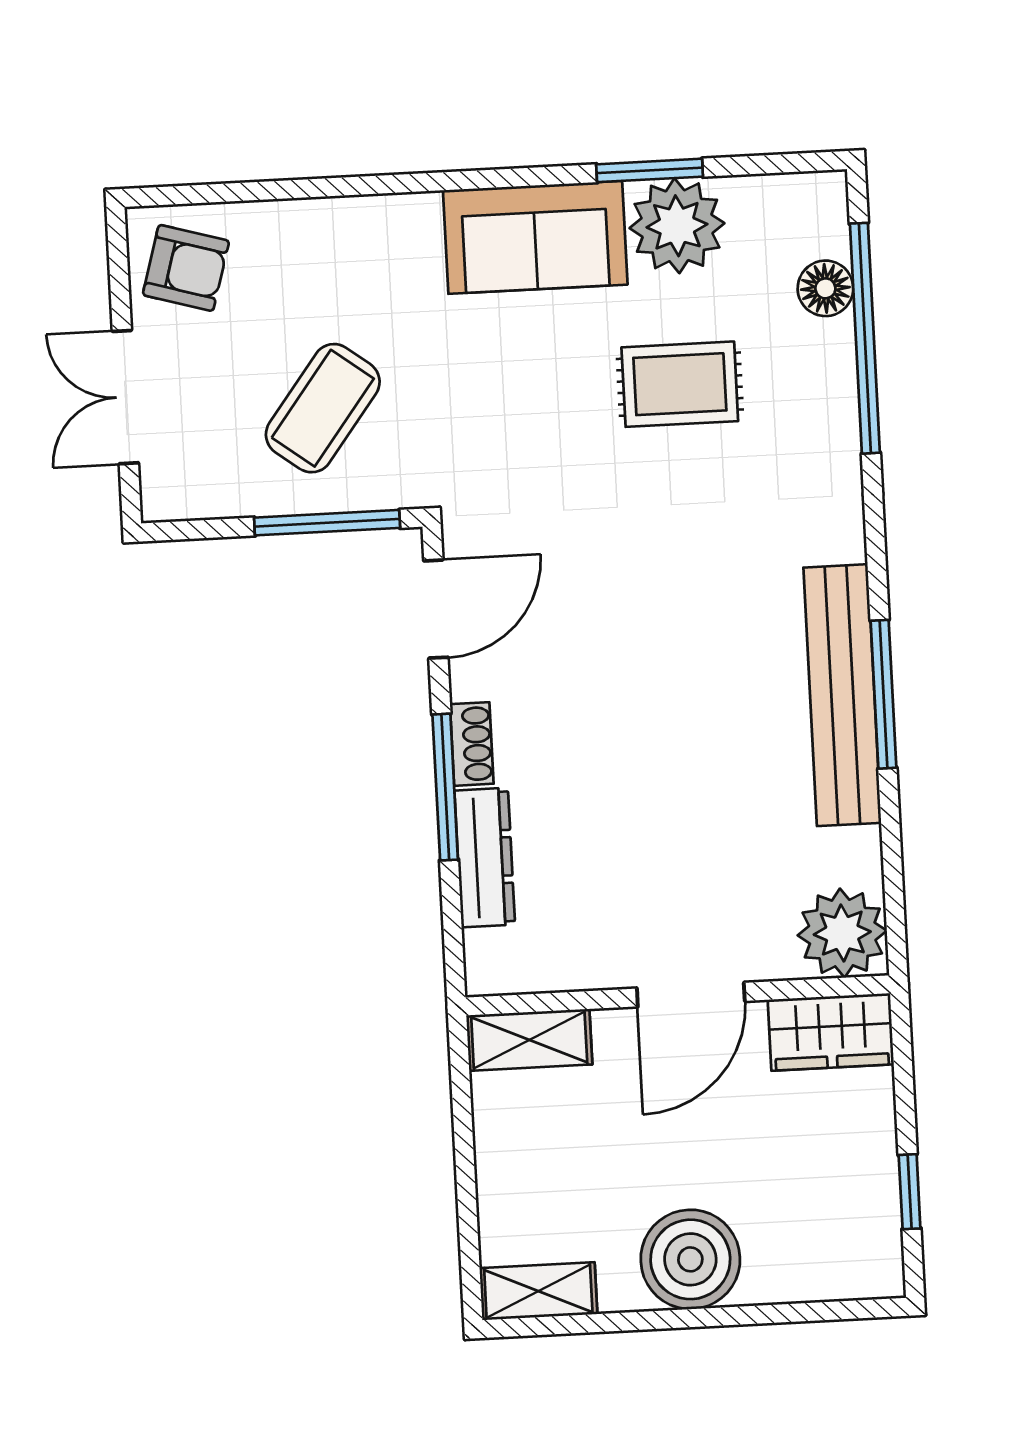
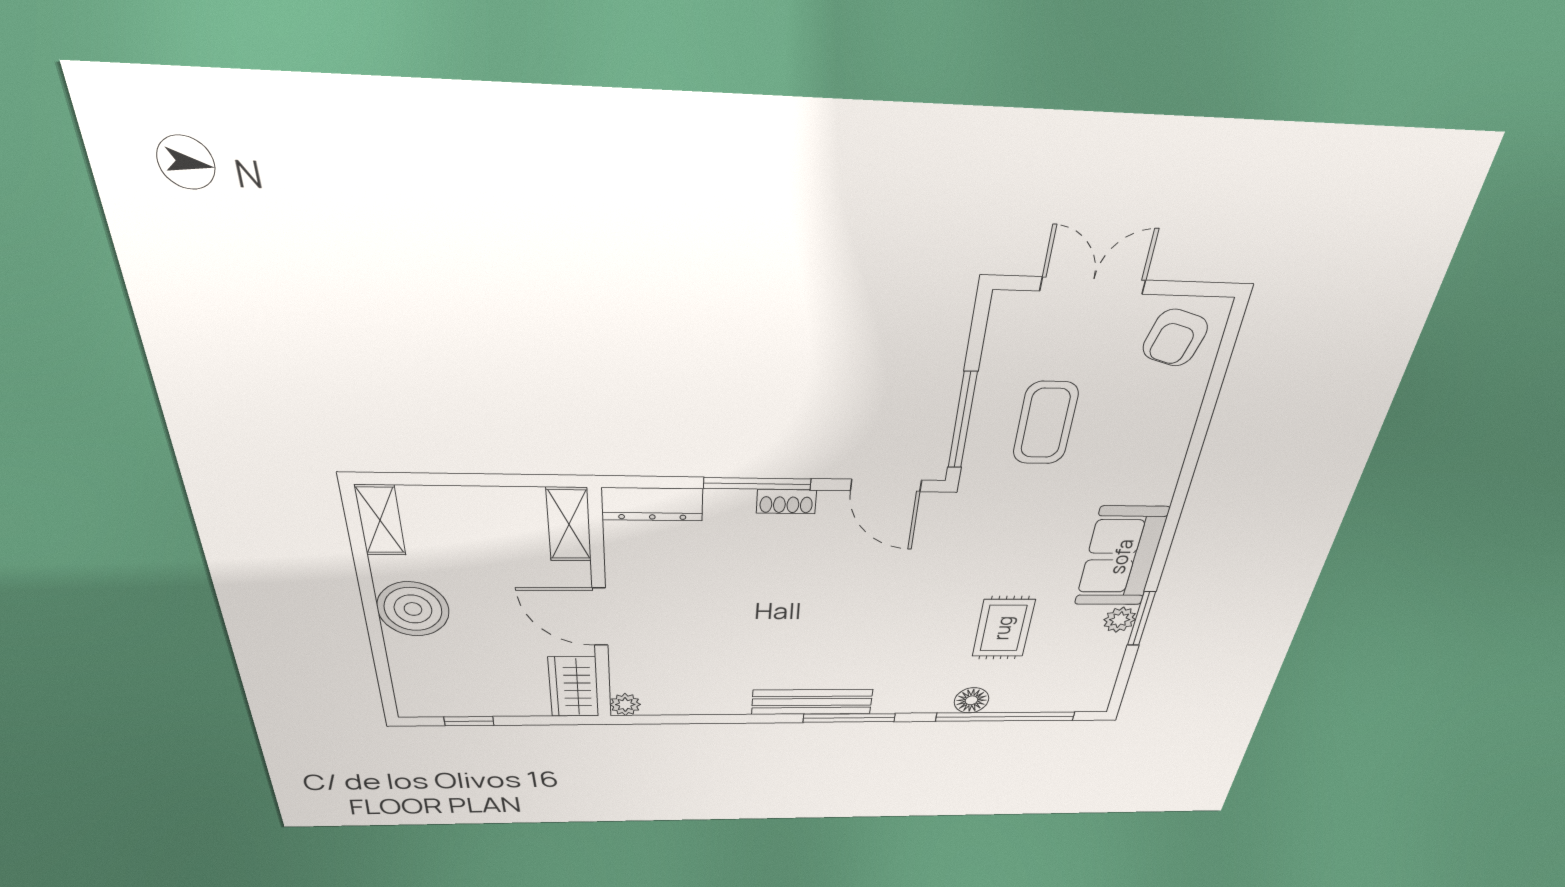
plant: (677, 226) -> (1120, 620), width x0.53, depth x0.53
floor lamp: (825, 288) -> (971, 700), moved
coffee table: (323, 408) -> (1045, 423), turned 53
window: (883, 694) -> (849, 718), moved
bench: (842, 695) -> (812, 702), width x0.73, depth x0.82
dresser: (485, 858) -> (652, 504), moved
plant: (842, 933) -> (625, 705), width x0.53, depth x0.53

